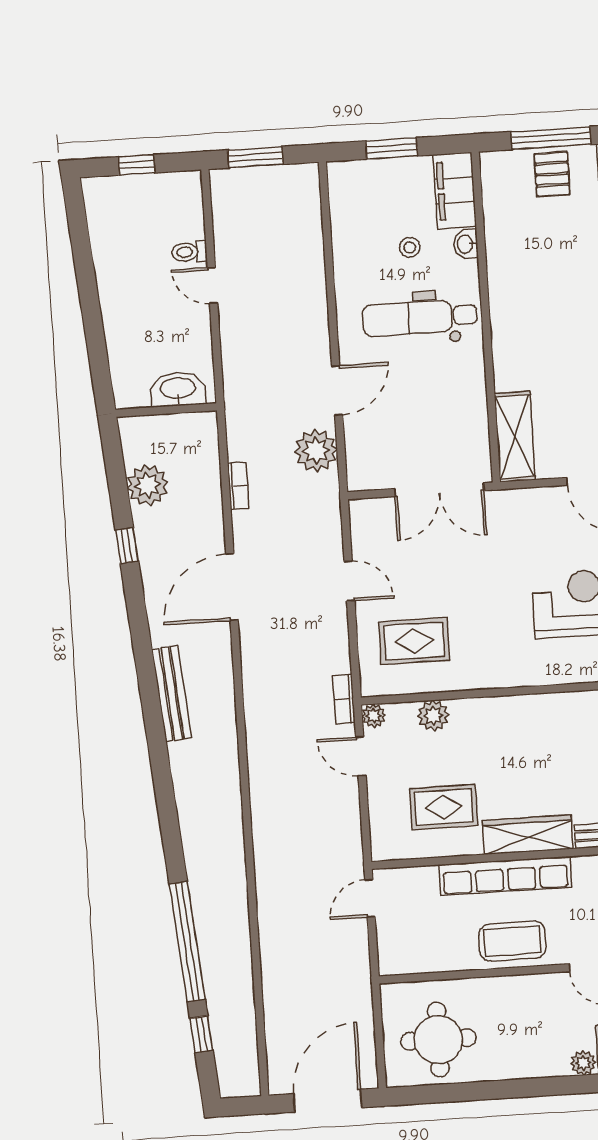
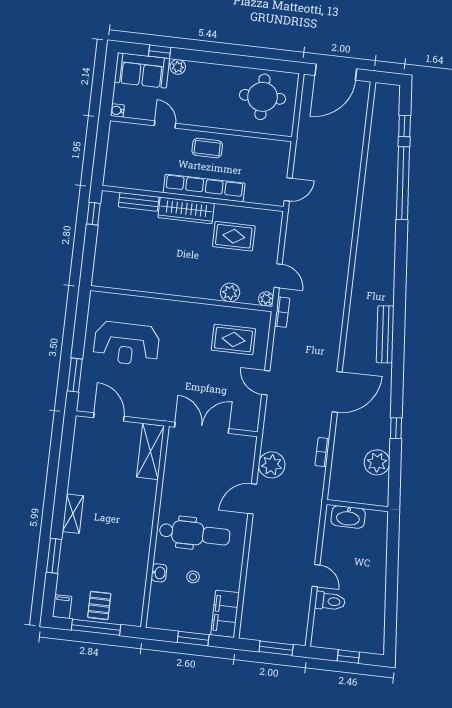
filing cabinet: (455, 190) -> (225, 614), moved, turned 180
toilet: (189, 252) -> (330, 601), width x1.37, depth x1.39
coffee table: (512, 941) -> (207, 148), width x0.73, depth x0.77

